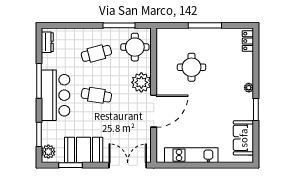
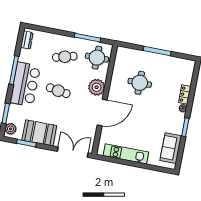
locker: (248, 41) -> (185, 95), moved

